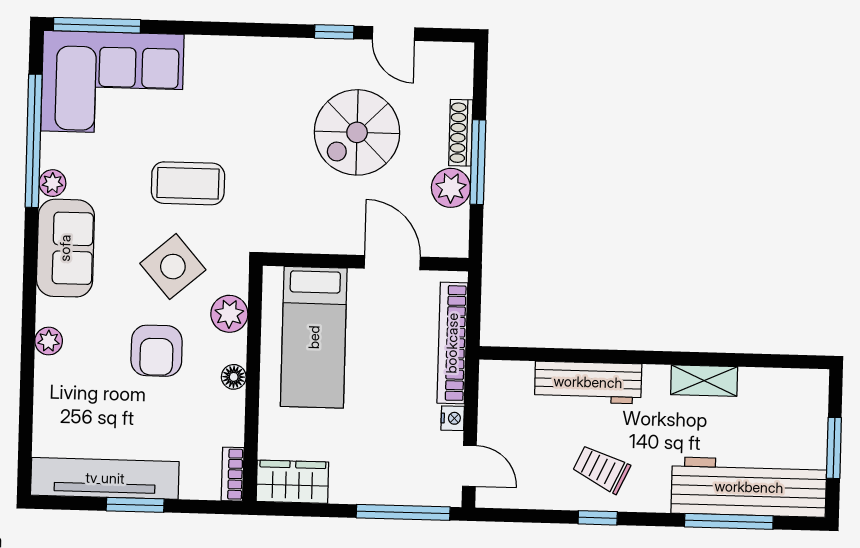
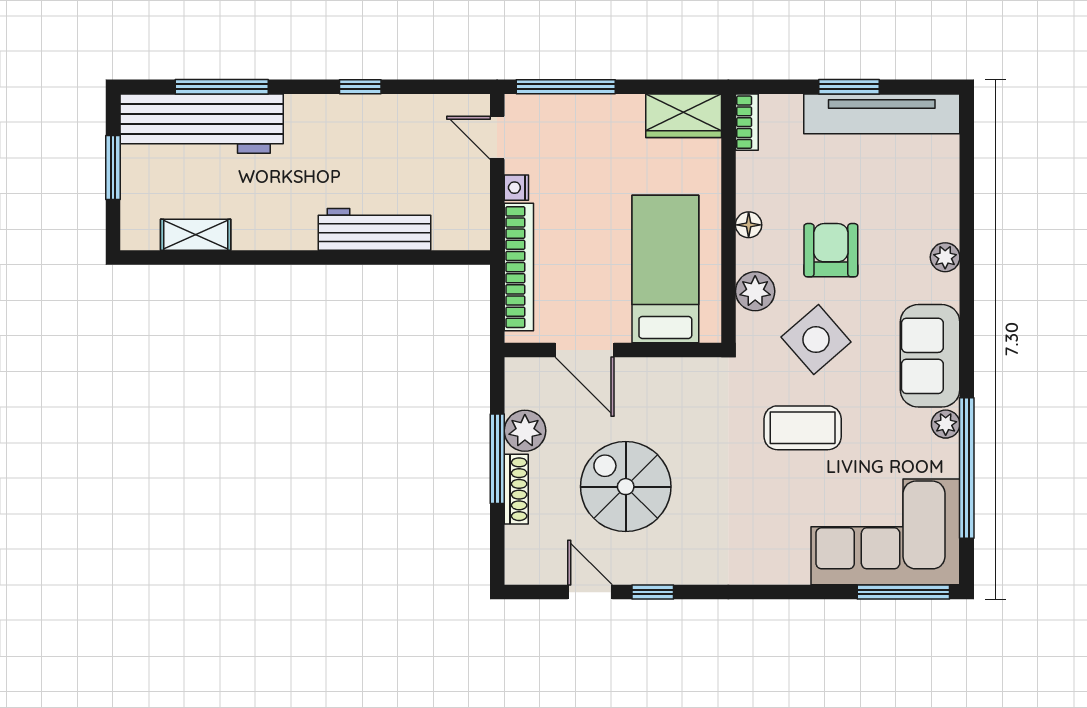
spiral stairs: (357, 132) -> (626, 487), turned -90
shelving: (704, 381) -> (196, 235), moved
trolley: (601, 469) -> (358, 138), removed

